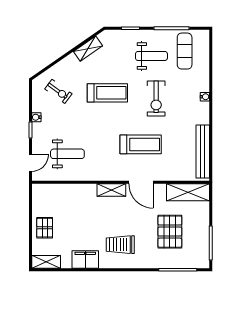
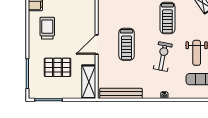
exercise bike: (156, 99) -> (163, 57), turned 101
shelving: (111, 190) -> (90, 21), removed

